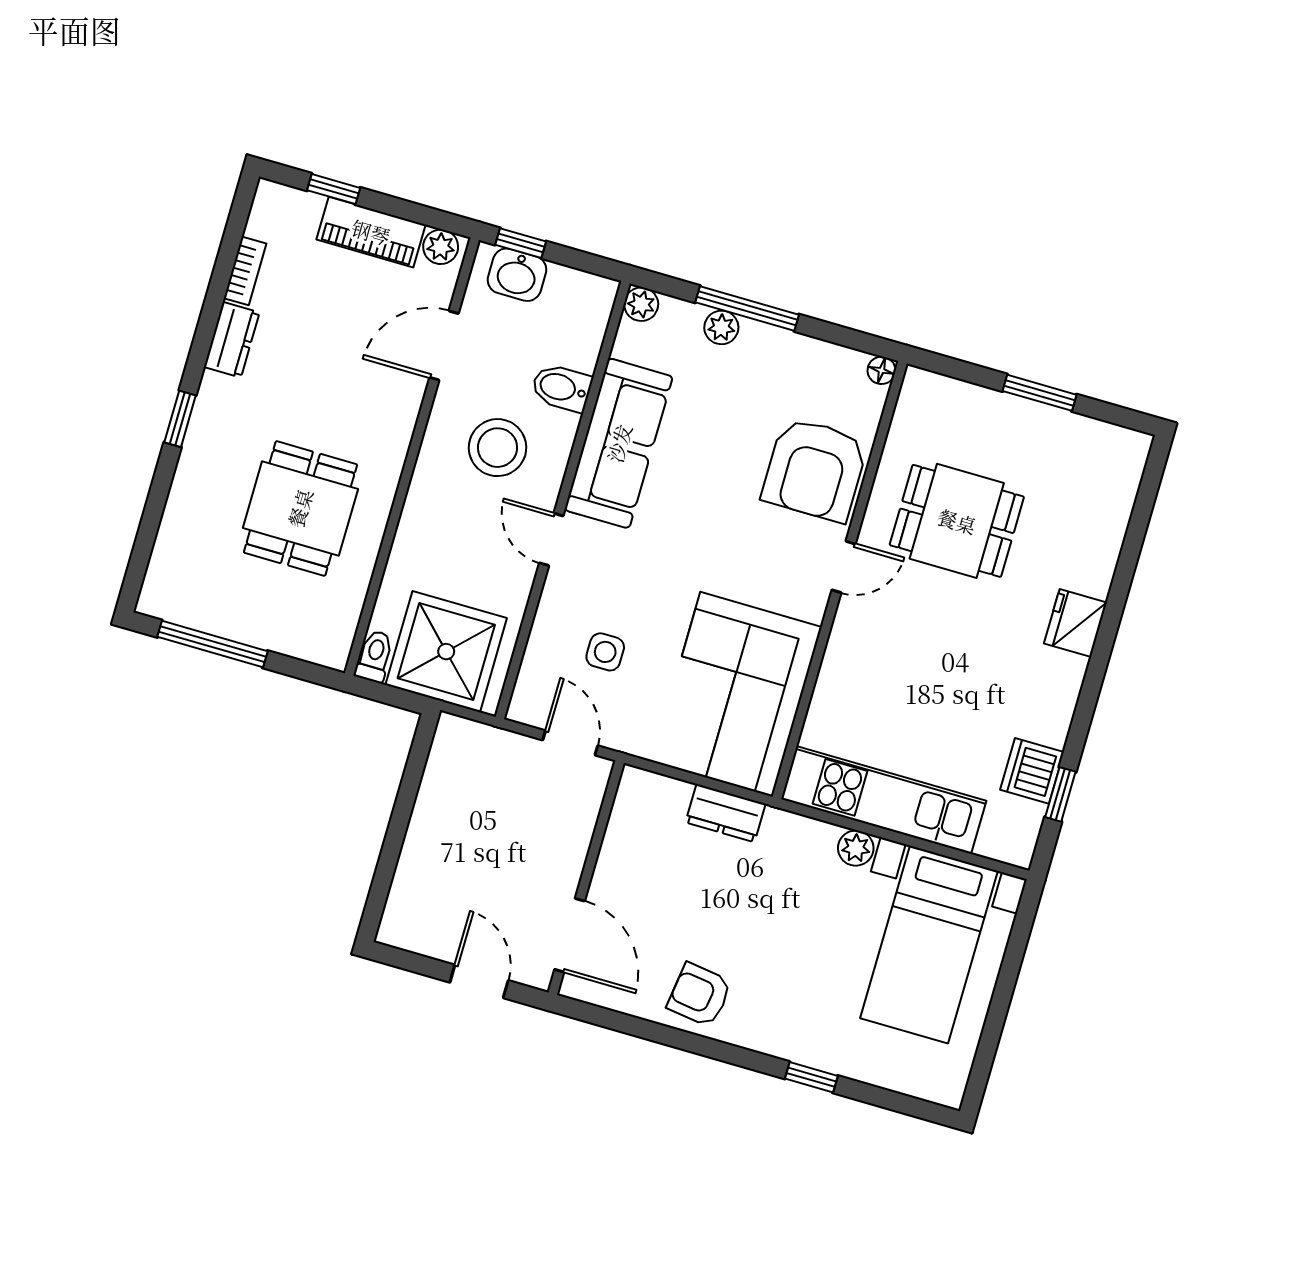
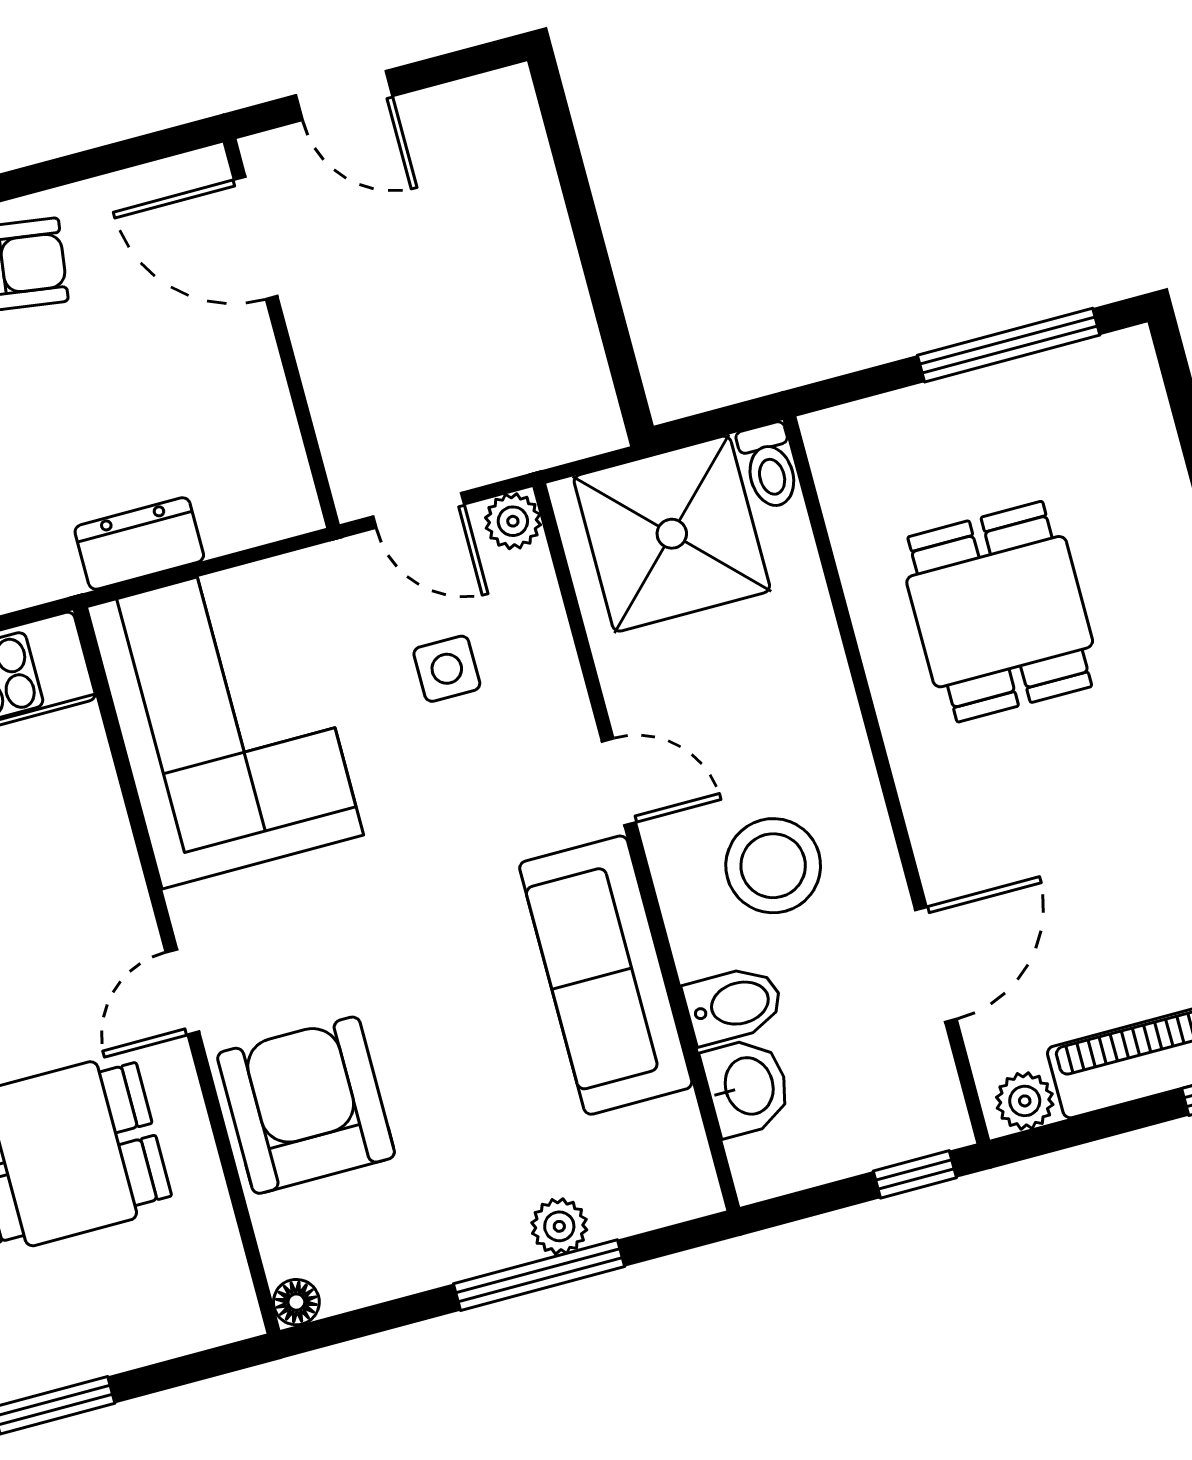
washbasin: (517, 275) -> (747, 1087), moved, turned 90
plant: (641, 304) -> (513, 521), moved

